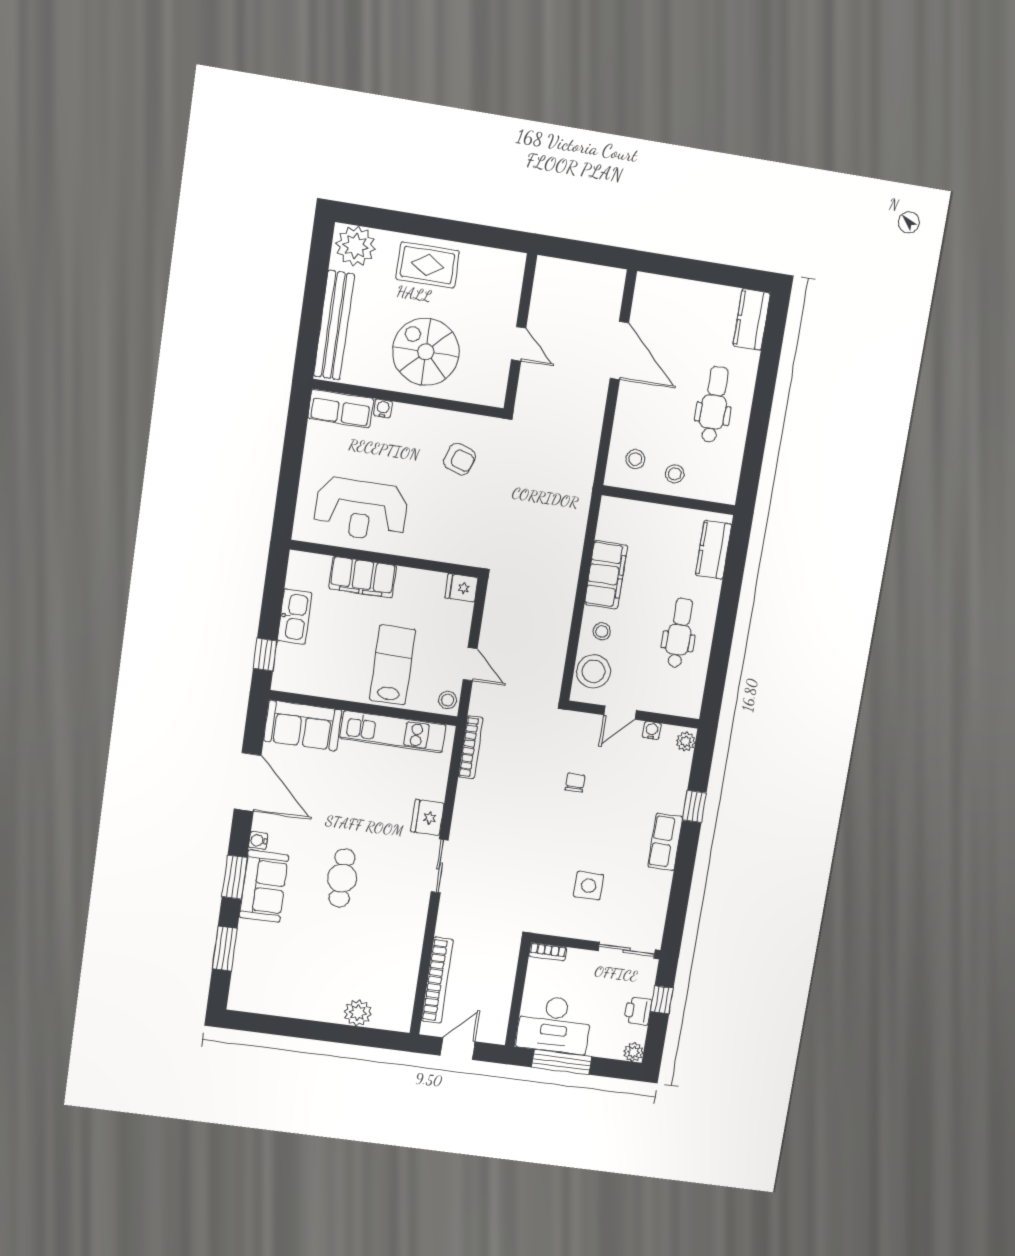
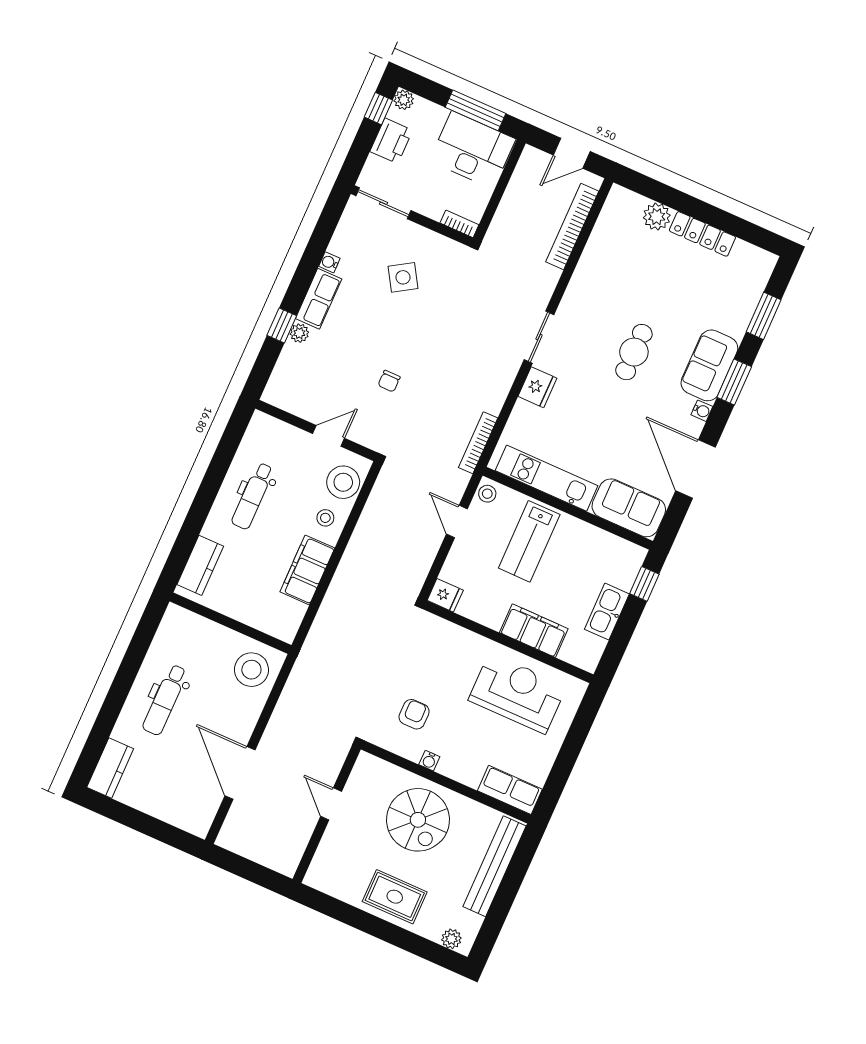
plant: (356, 246) -> (451, 939), width x0.53, depth x0.53
water cooler: (383, 409) -> (429, 761), moved
armchair: (460, 459) -> (414, 714), turned 71
stool: (635, 459) -> (251, 670), width x1.89, depth x1.89
stool: (675, 474) -> (218, 646), removed
water cooler: (652, 730) -> (329, 262), moved, turned 90
plant: (686, 742) -> (299, 333), moved
side table: (589, 886) -> (403, 277), turned -32
window: (662, 1000) -> (378, 109), moved
locker: (308, 1009) -> (702, 234), added
printer: (638, 1011) -> (391, 141), width x1.36, depth x1.24

